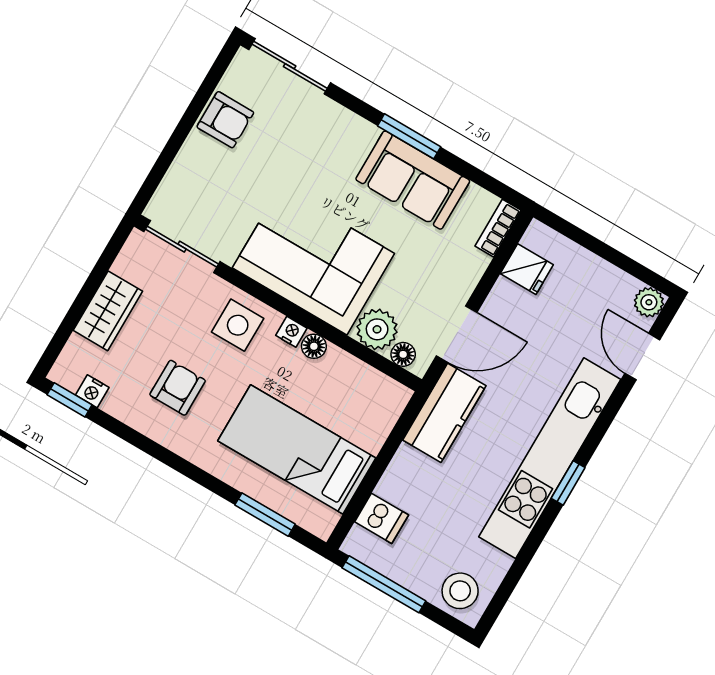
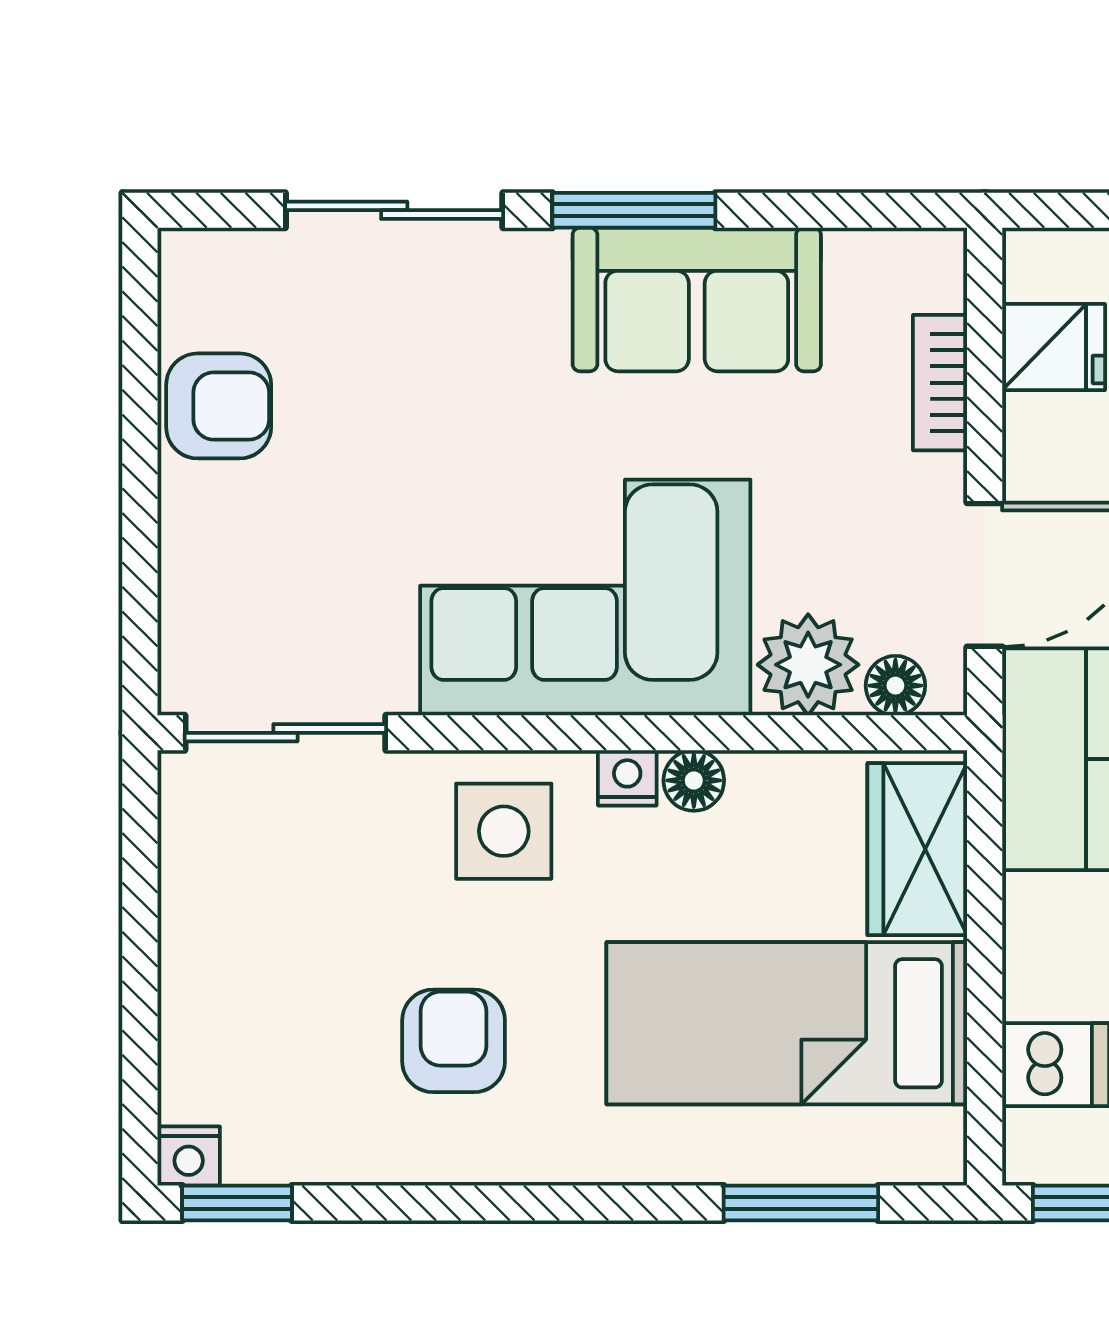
sliding door: (290, 66) -> (394, 210), moved
bookcase: (498, 228) -> (940, 383), moved
wardrobe: (108, 311) -> (917, 849), moved, turned 180
nightstand: (92, 391) -> (189, 1156), moved

